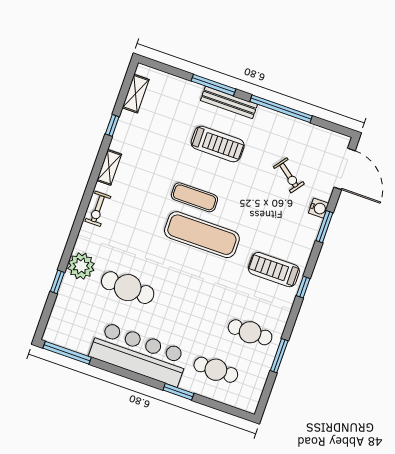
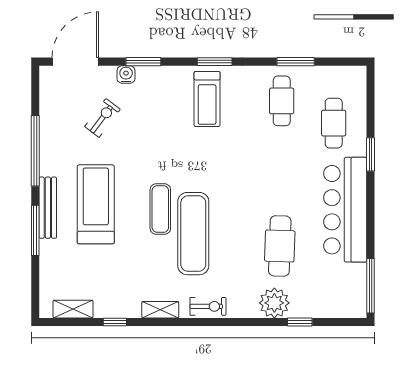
treadmill: (218, 144) -> (96, 204), width x1.37, depth x1.37
exercise mat: (202, 235) -> (193, 234), moved
window: (303, 287) -> (215, 62), width x1.50

